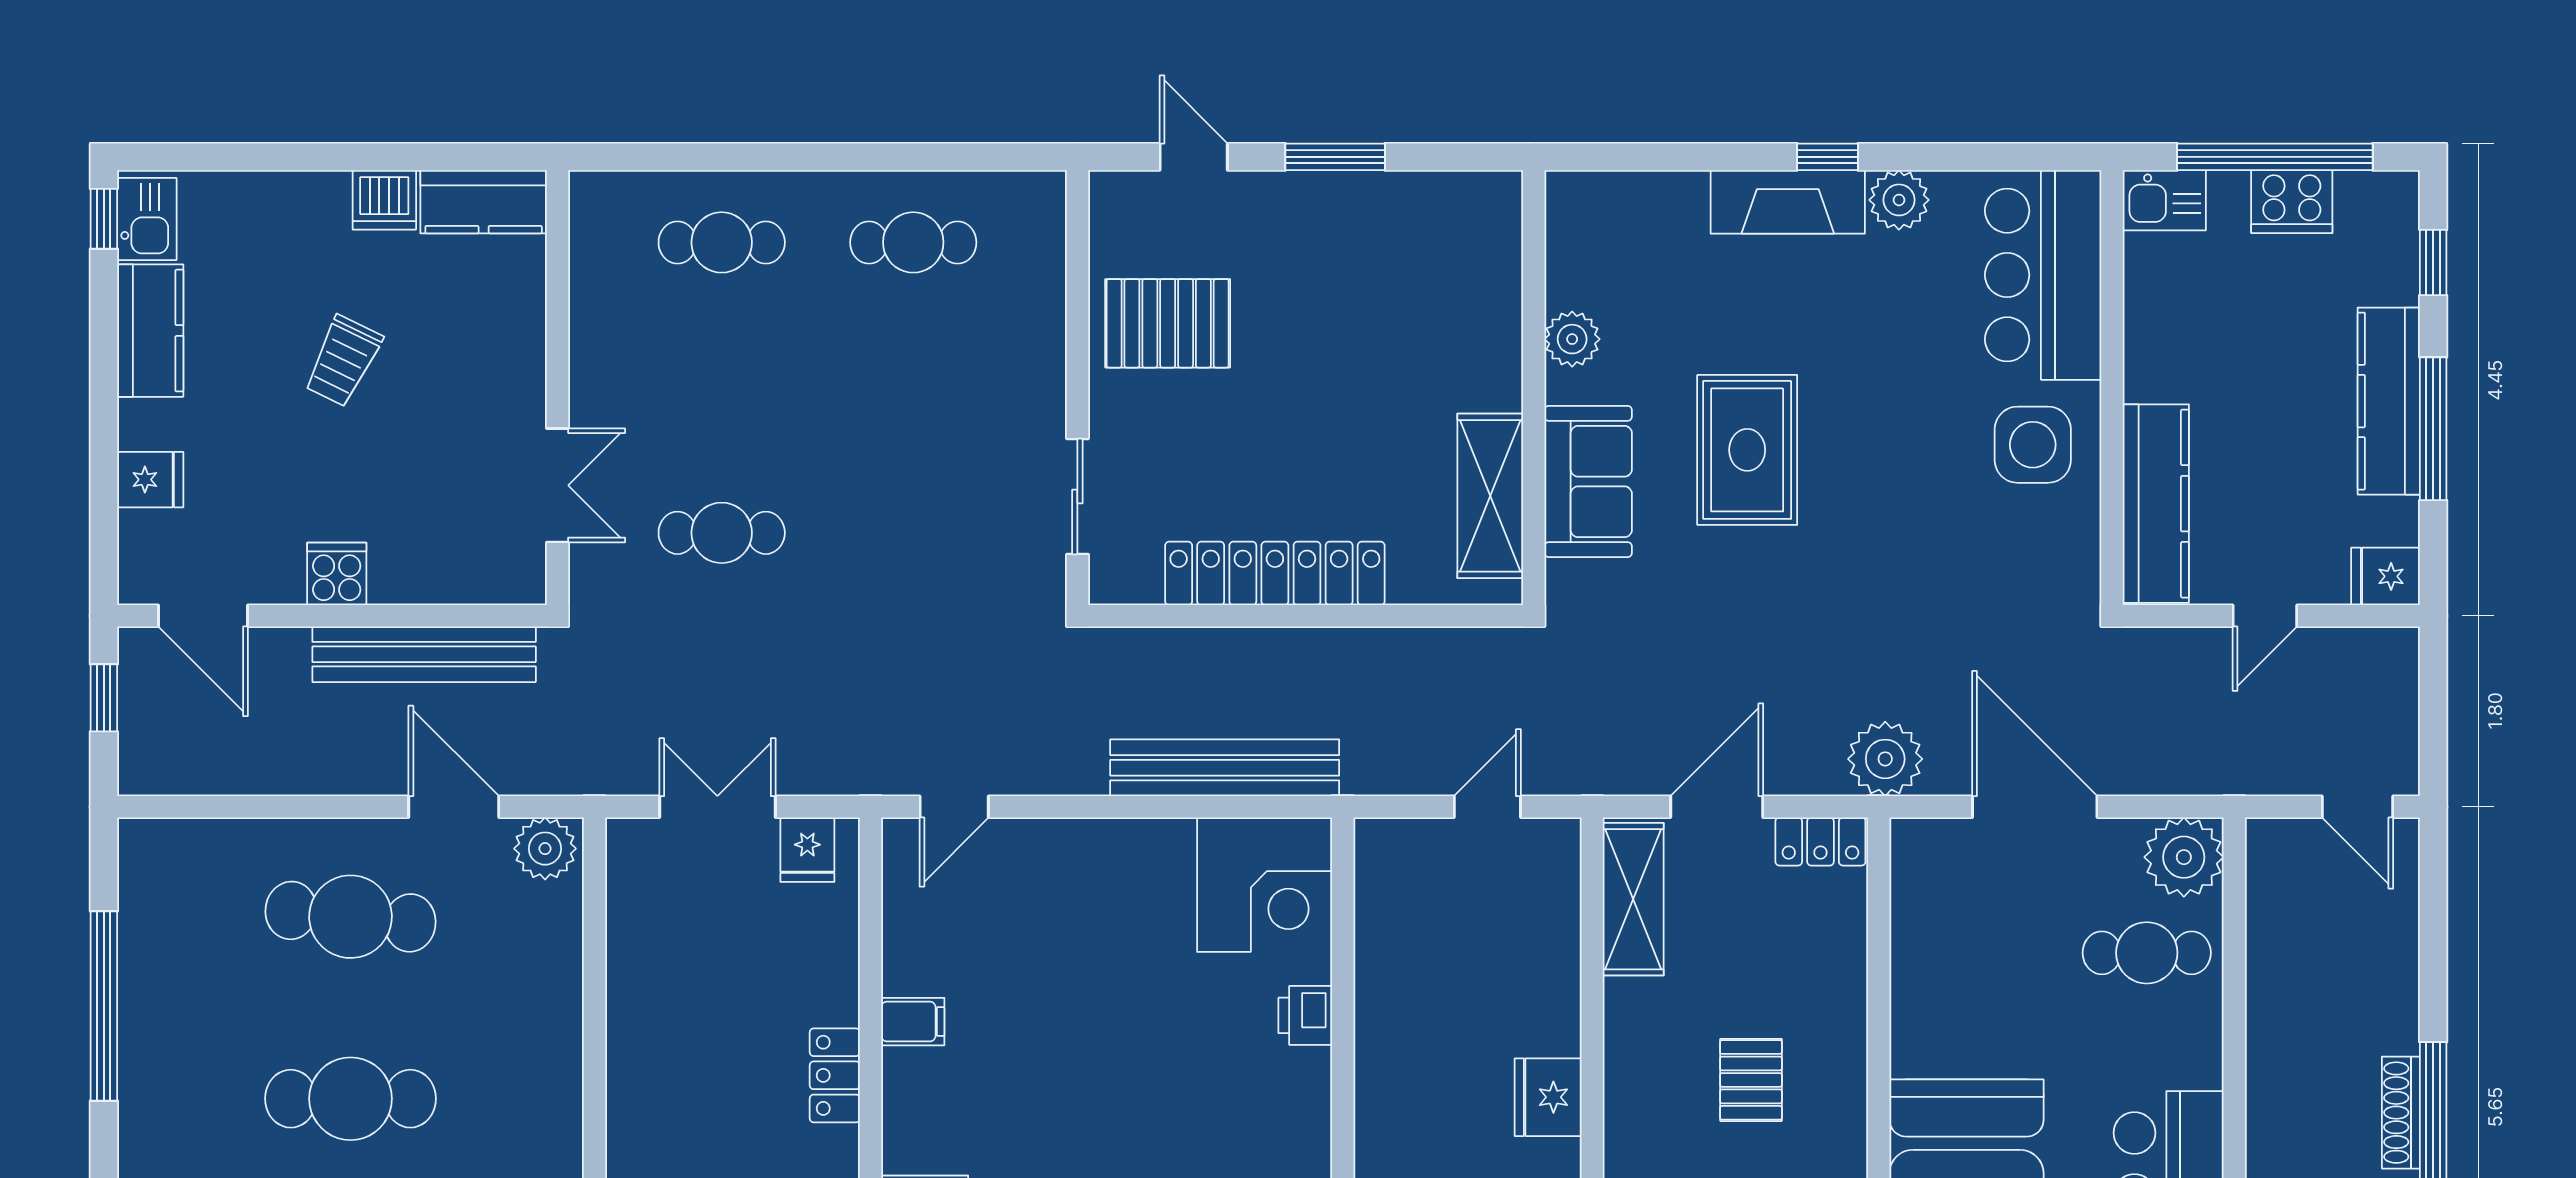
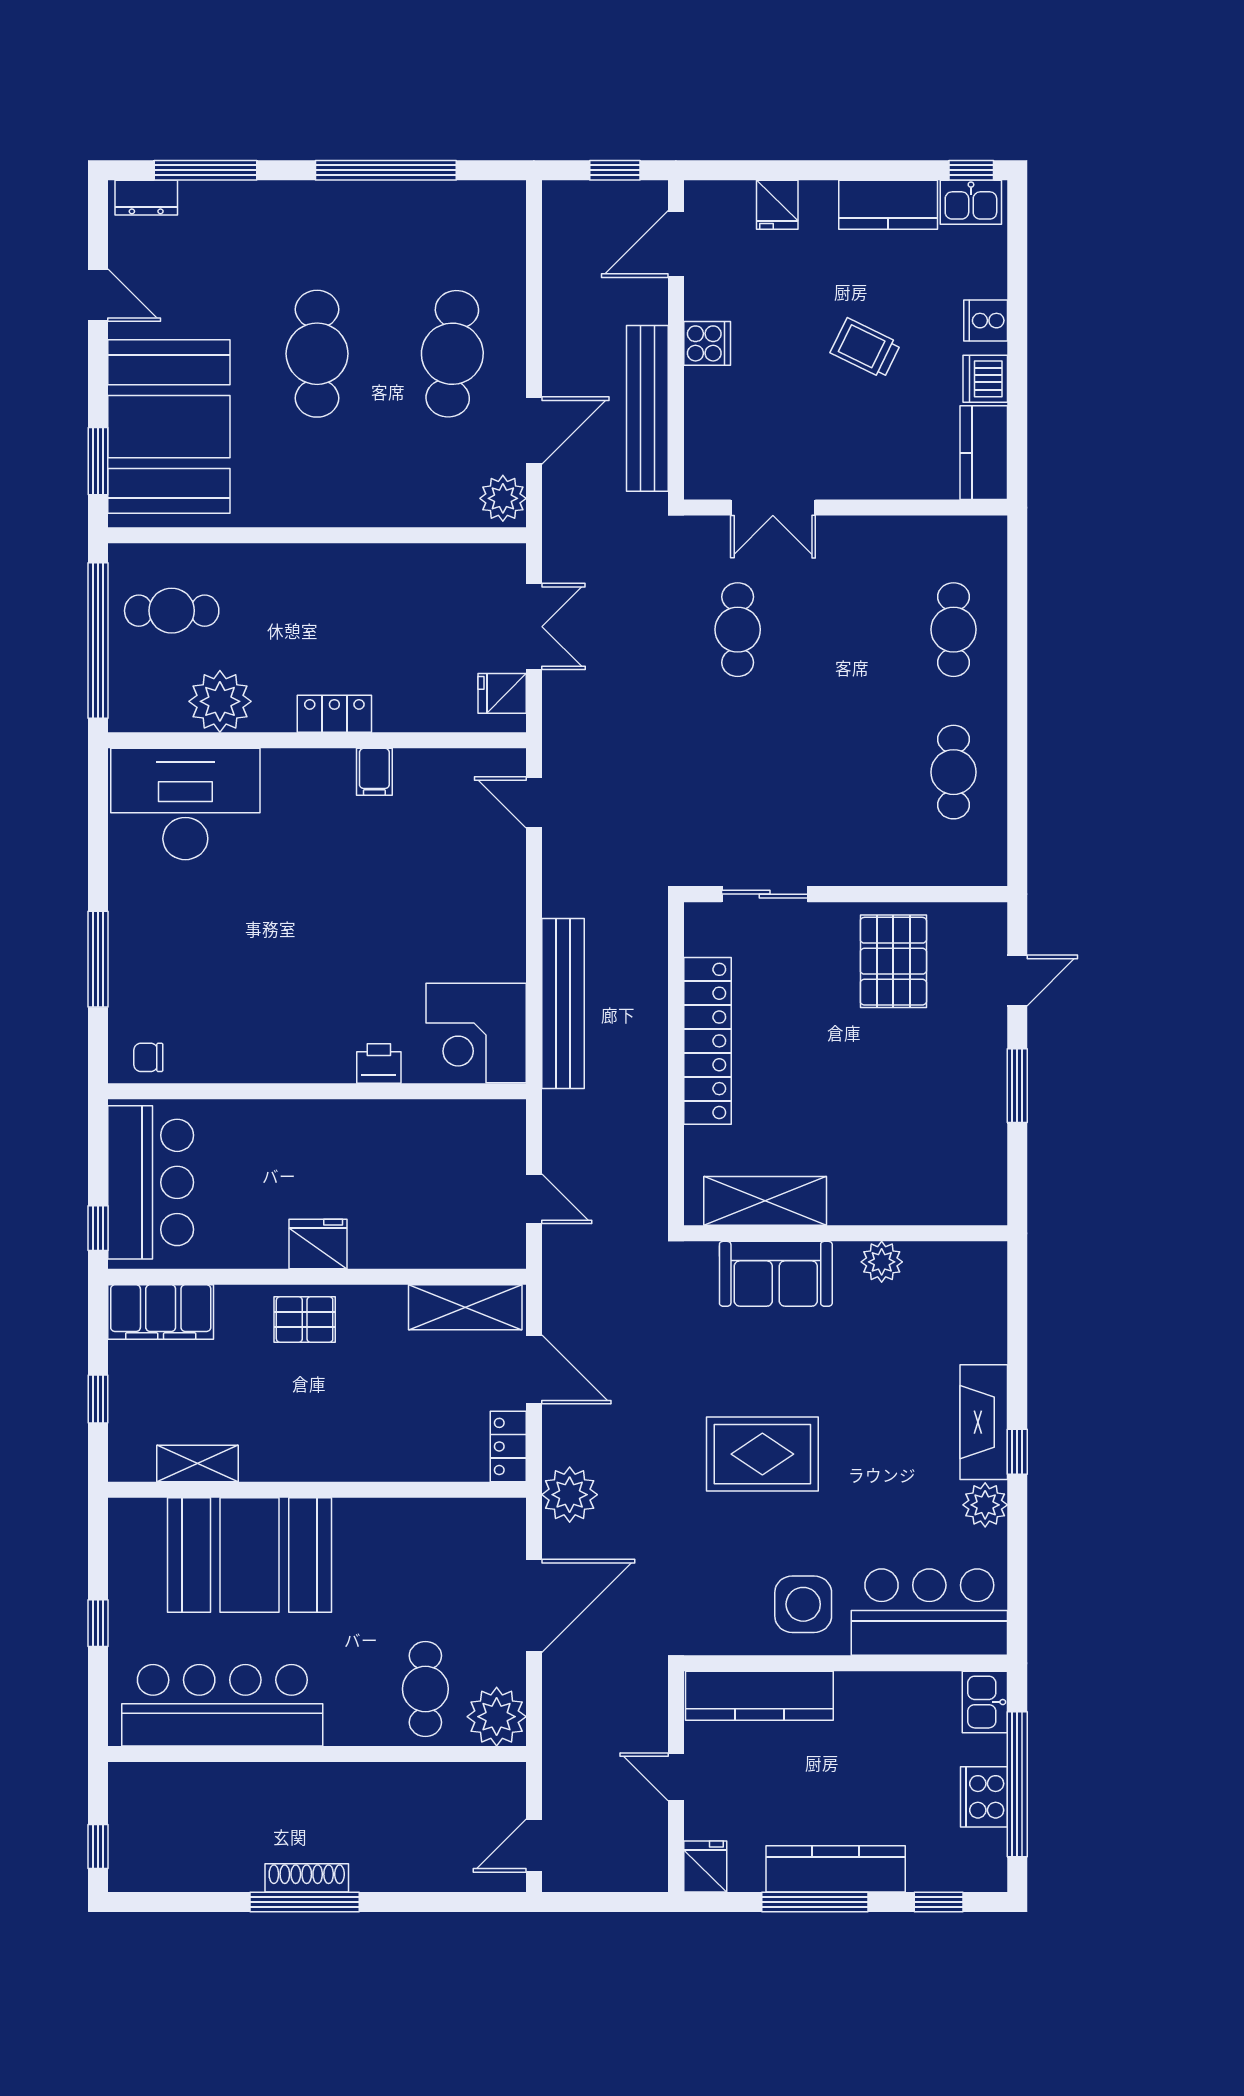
cooker: (306, 199) -> (986, 321), added
rug: (1747, 450) -> (762, 1454), moved
pallet: (1751, 1080) -> (305, 1320), moved

